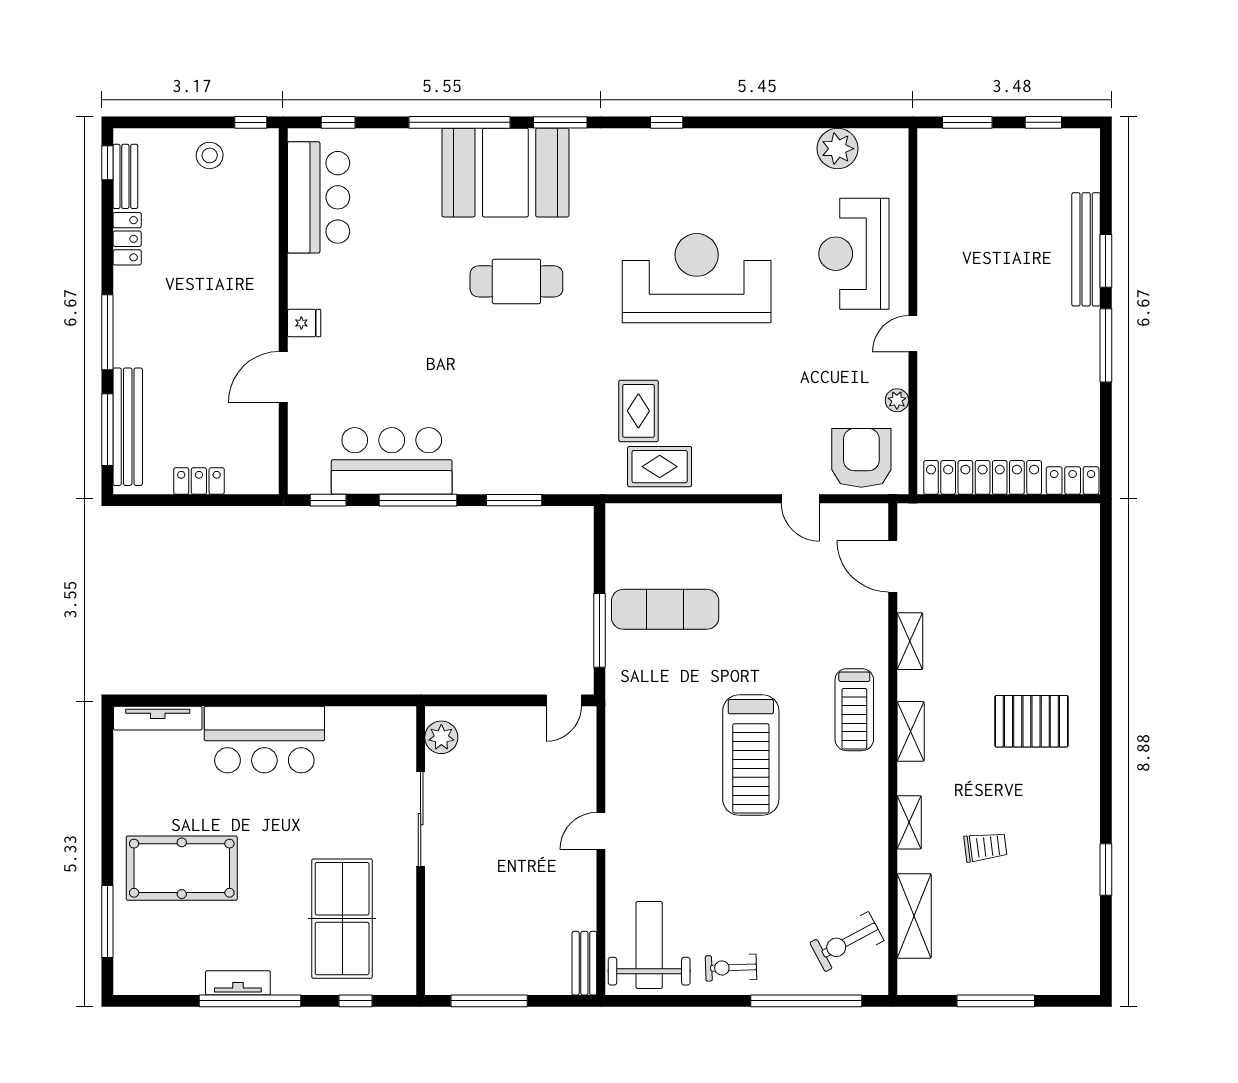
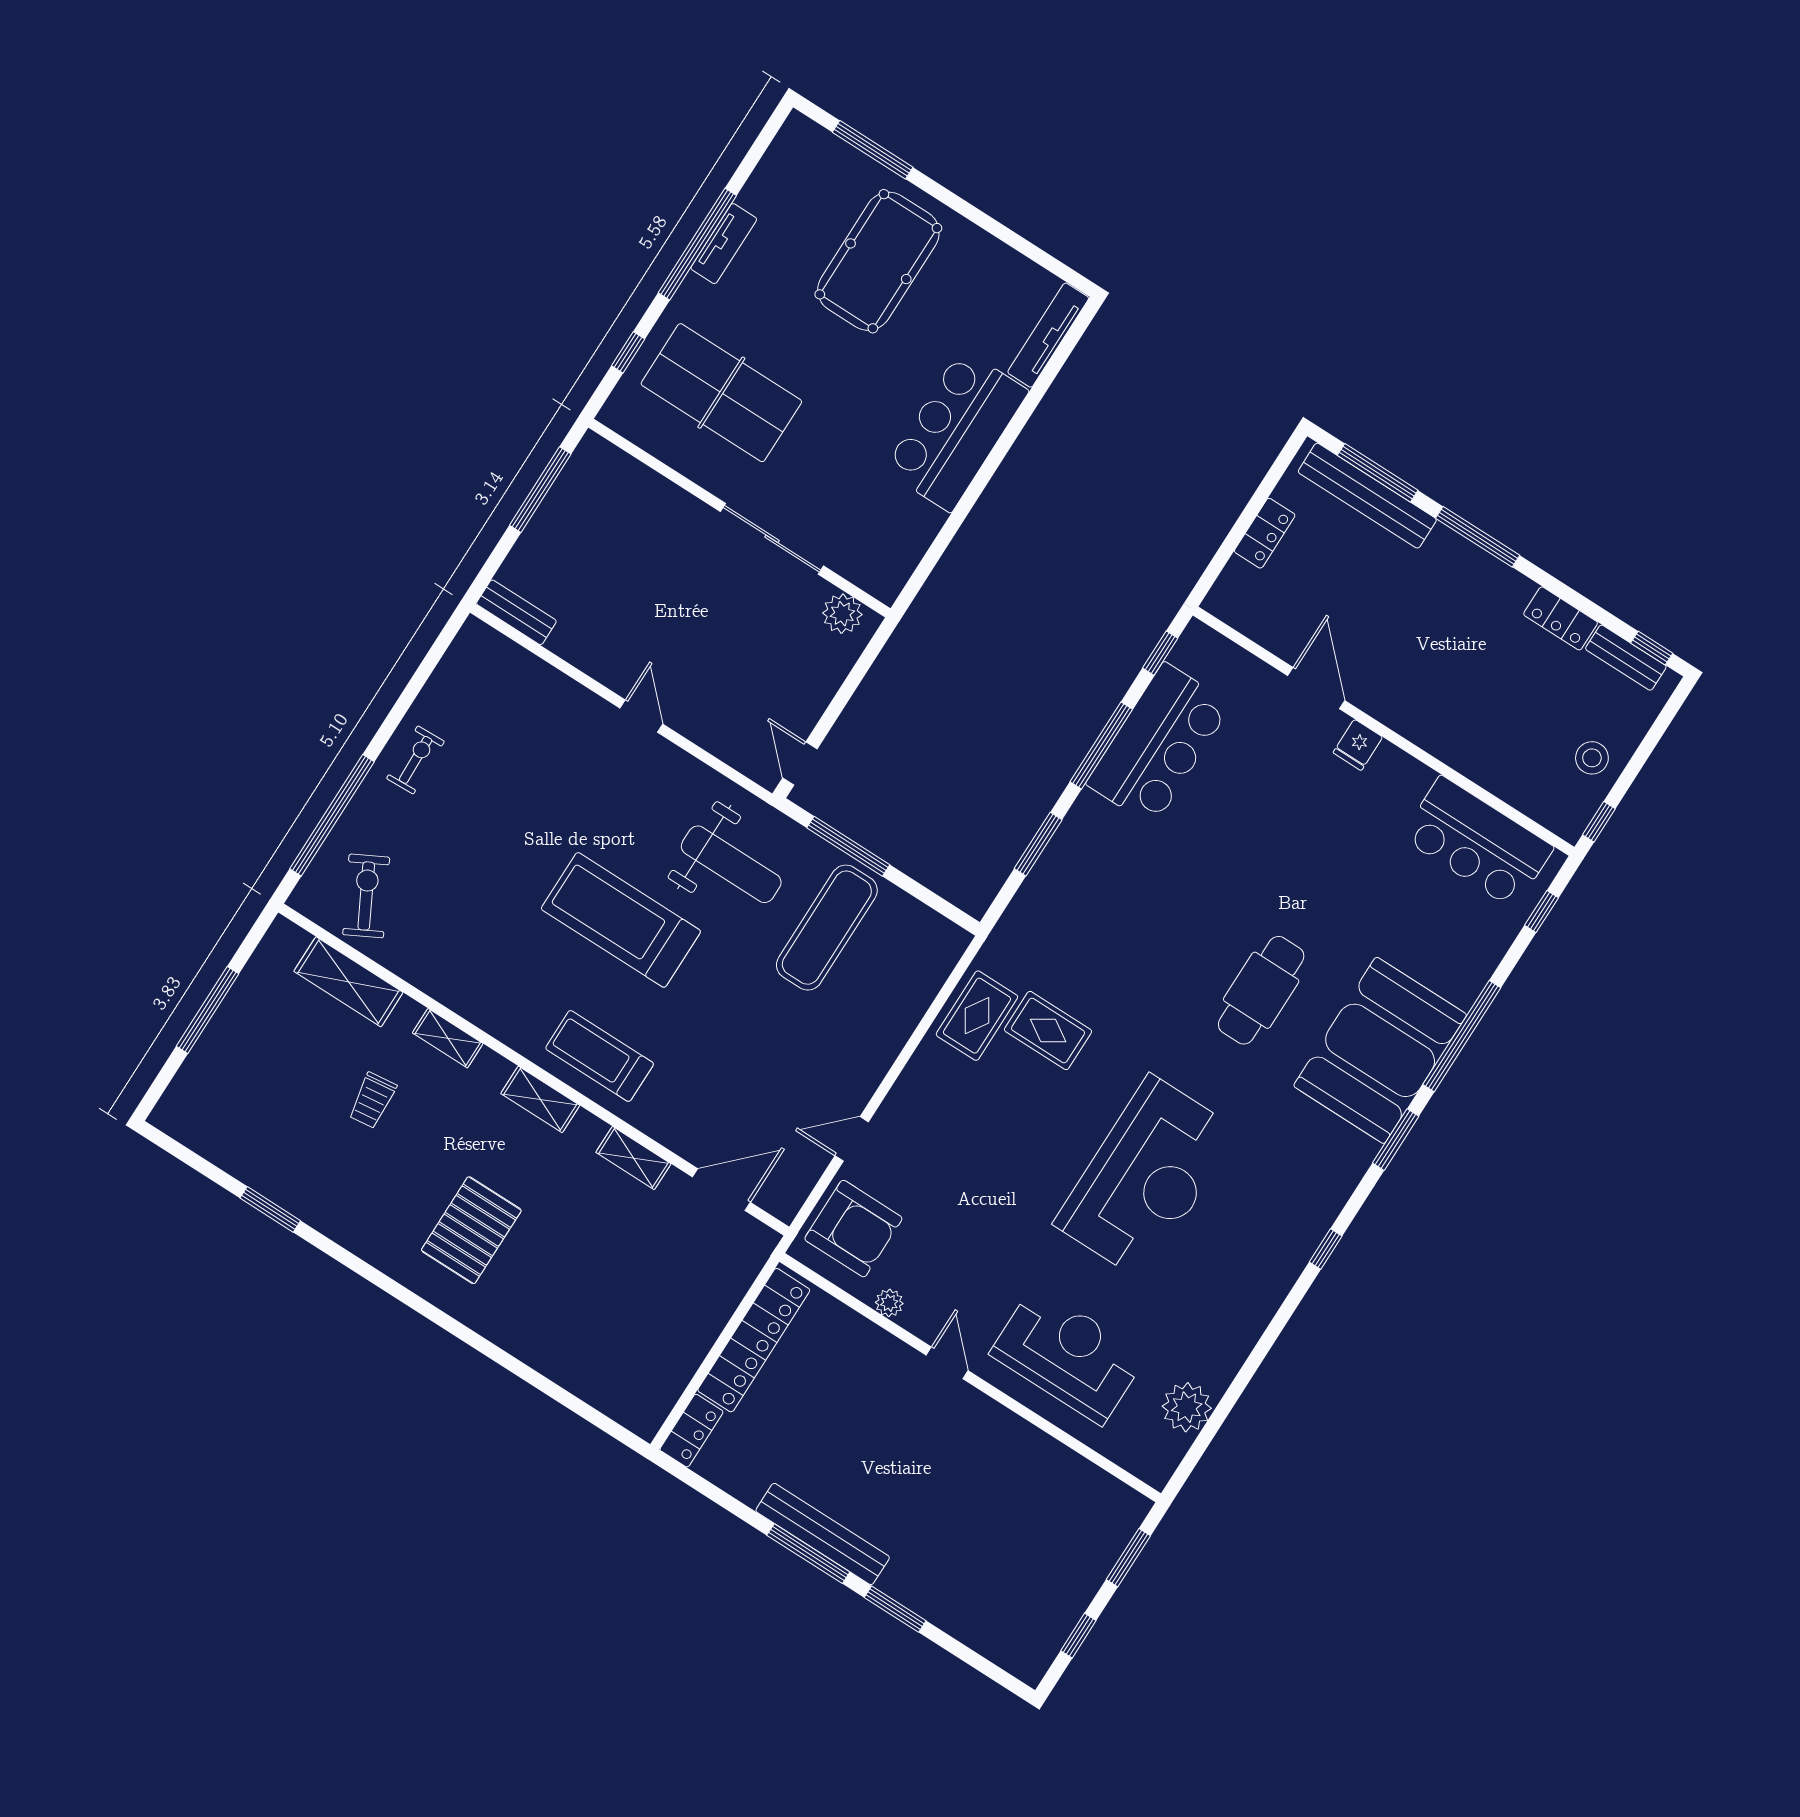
bench: (1086, 249) -> (823, 1534), moved
weight bench: (649, 945) -> (731, 864), moved

